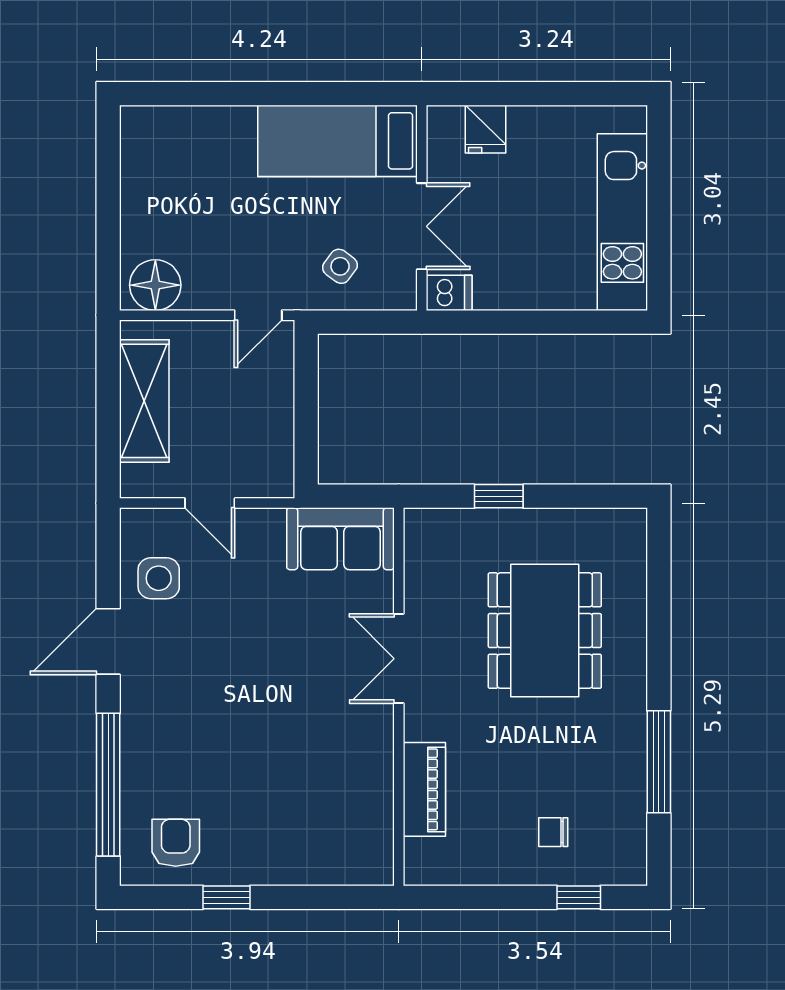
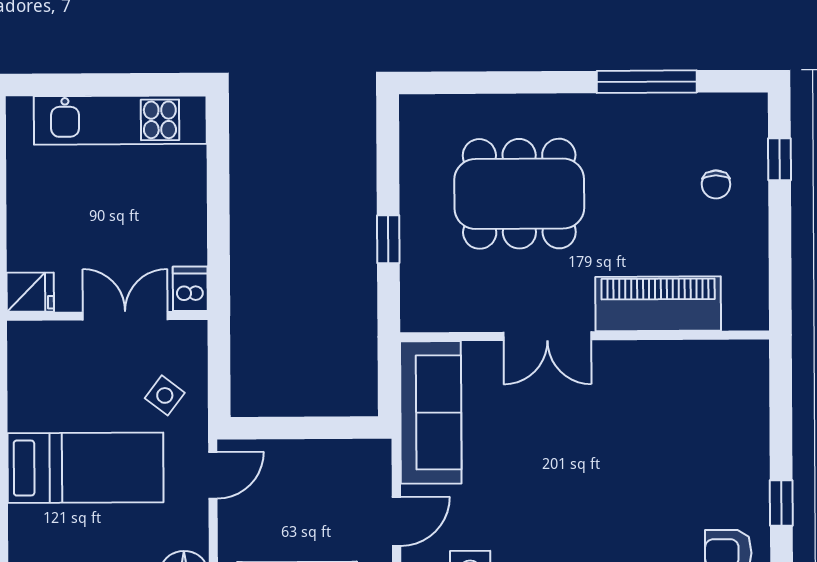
fridge: (486, 129) -> (30, 292), moved
bed: (338, 141) -> (85, 468), moved, turned -90
door: (258, 315) -> (213, 475), hinge flipped
sofa: (341, 539) -> (431, 412), width x1.36
piano: (424, 789) -> (658, 304), width x1.37, depth x1.33

